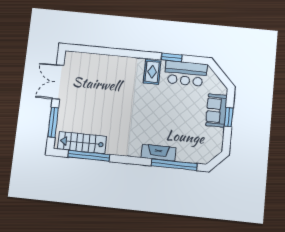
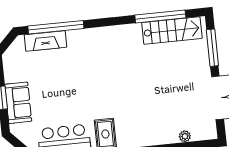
plant: (90, 58) -> (185, 136), added
fireplace: (158, 153) -> (45, 41), moved

